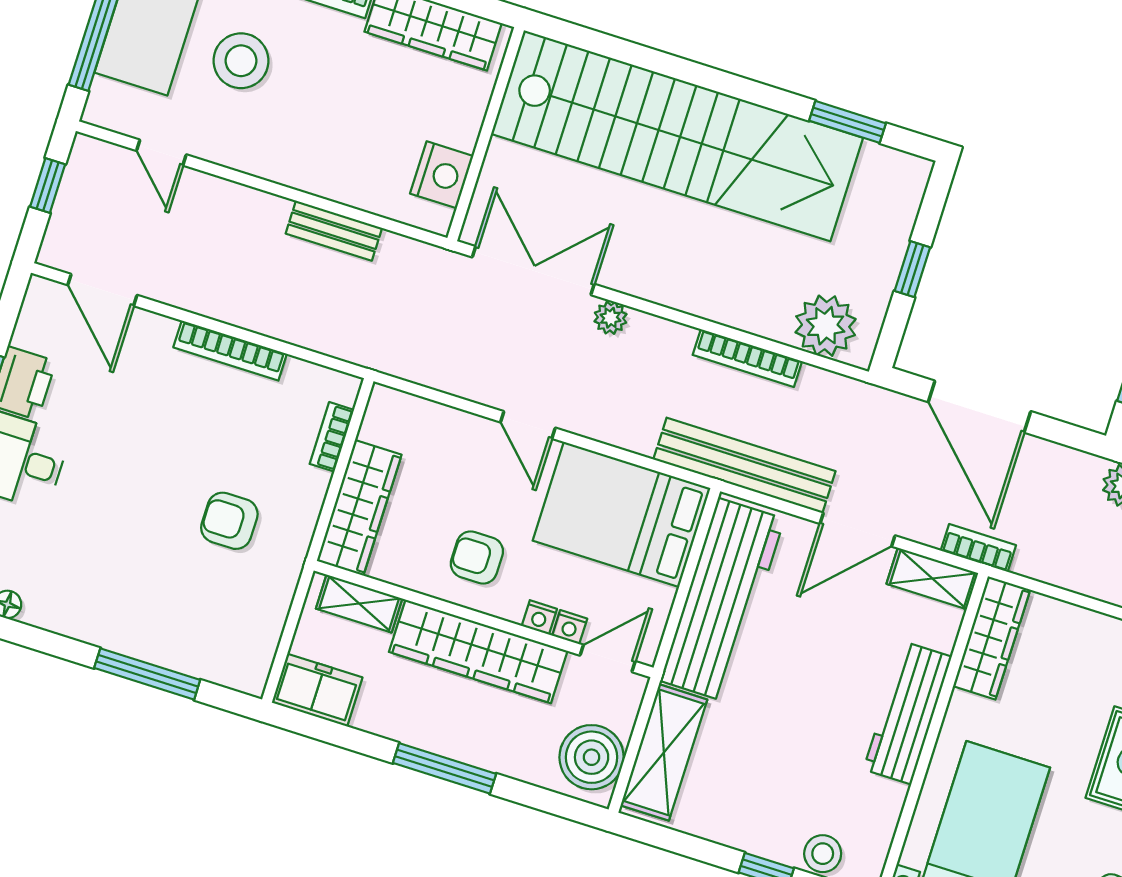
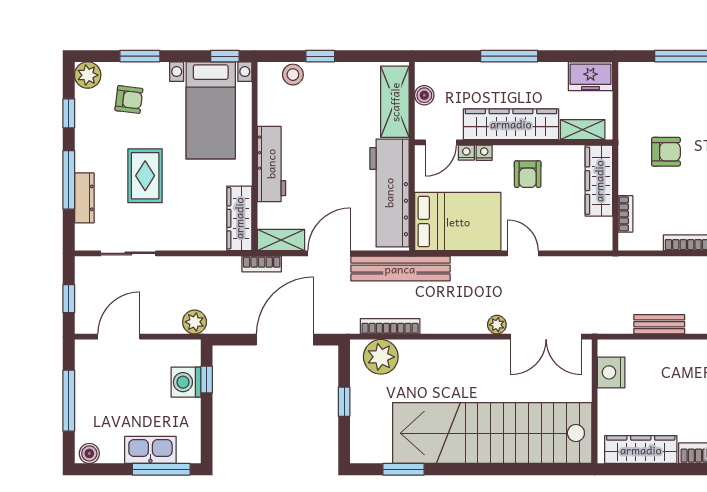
bookcase: (747, 358) -> (390, 326), moved
door: (979, 407) -> (285, 340), hinge flipped
armchair: (477, 557) -> (528, 174), turned 90
boiler: (592, 757) -> (424, 95), width x0.54, depth x0.54

